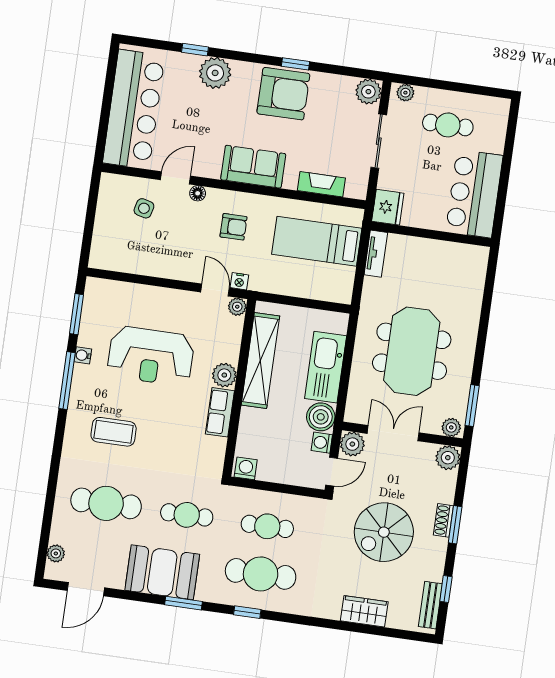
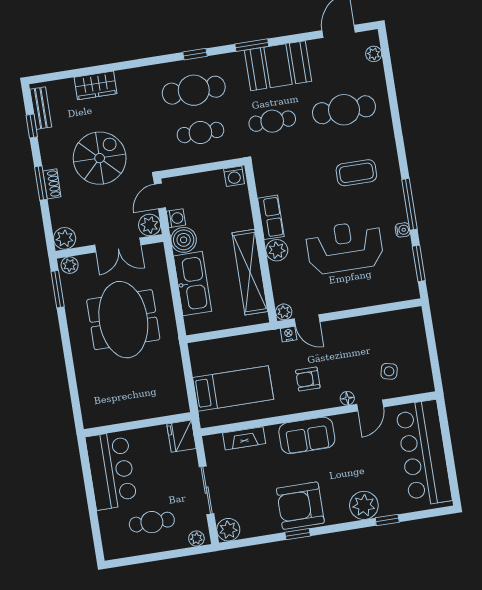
tv unit: (376, 254) -> (179, 393), removed

